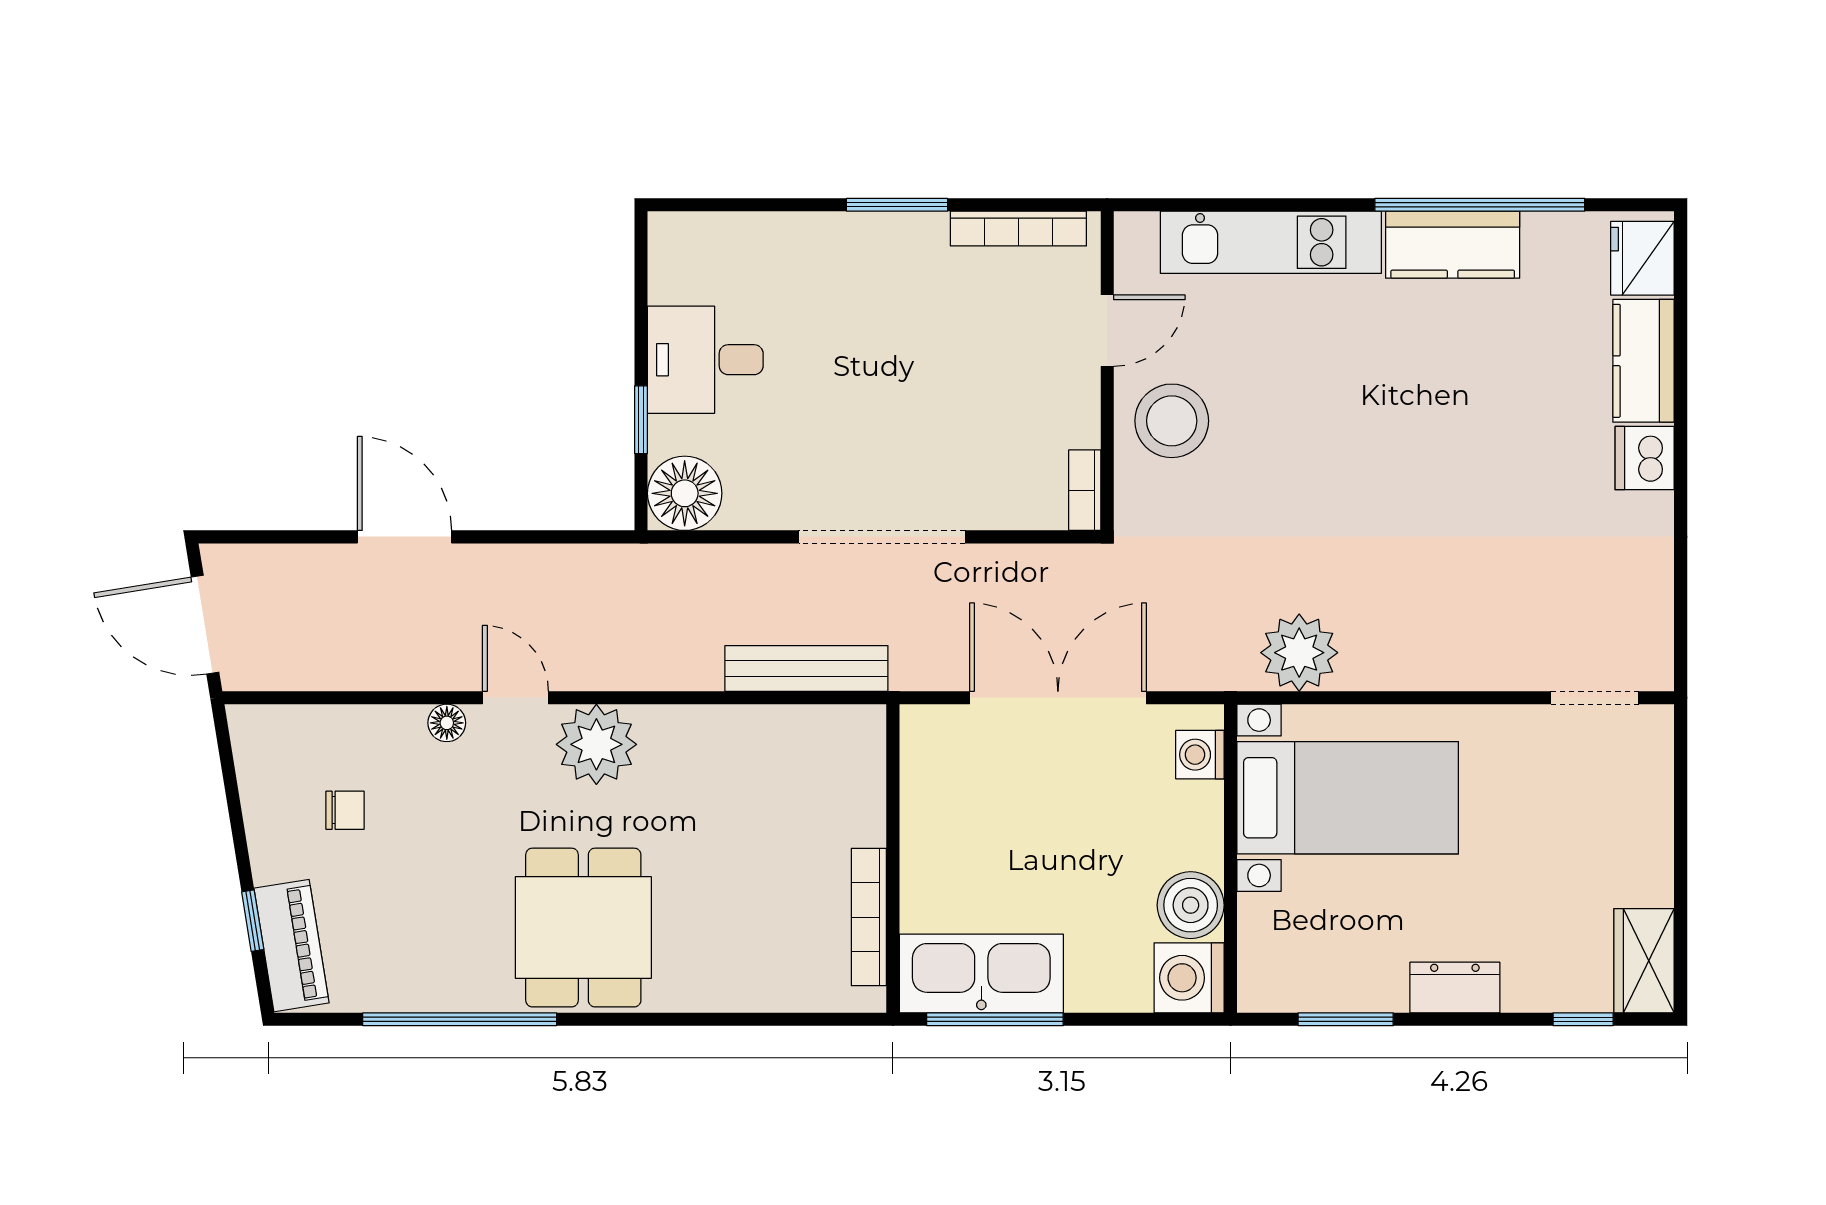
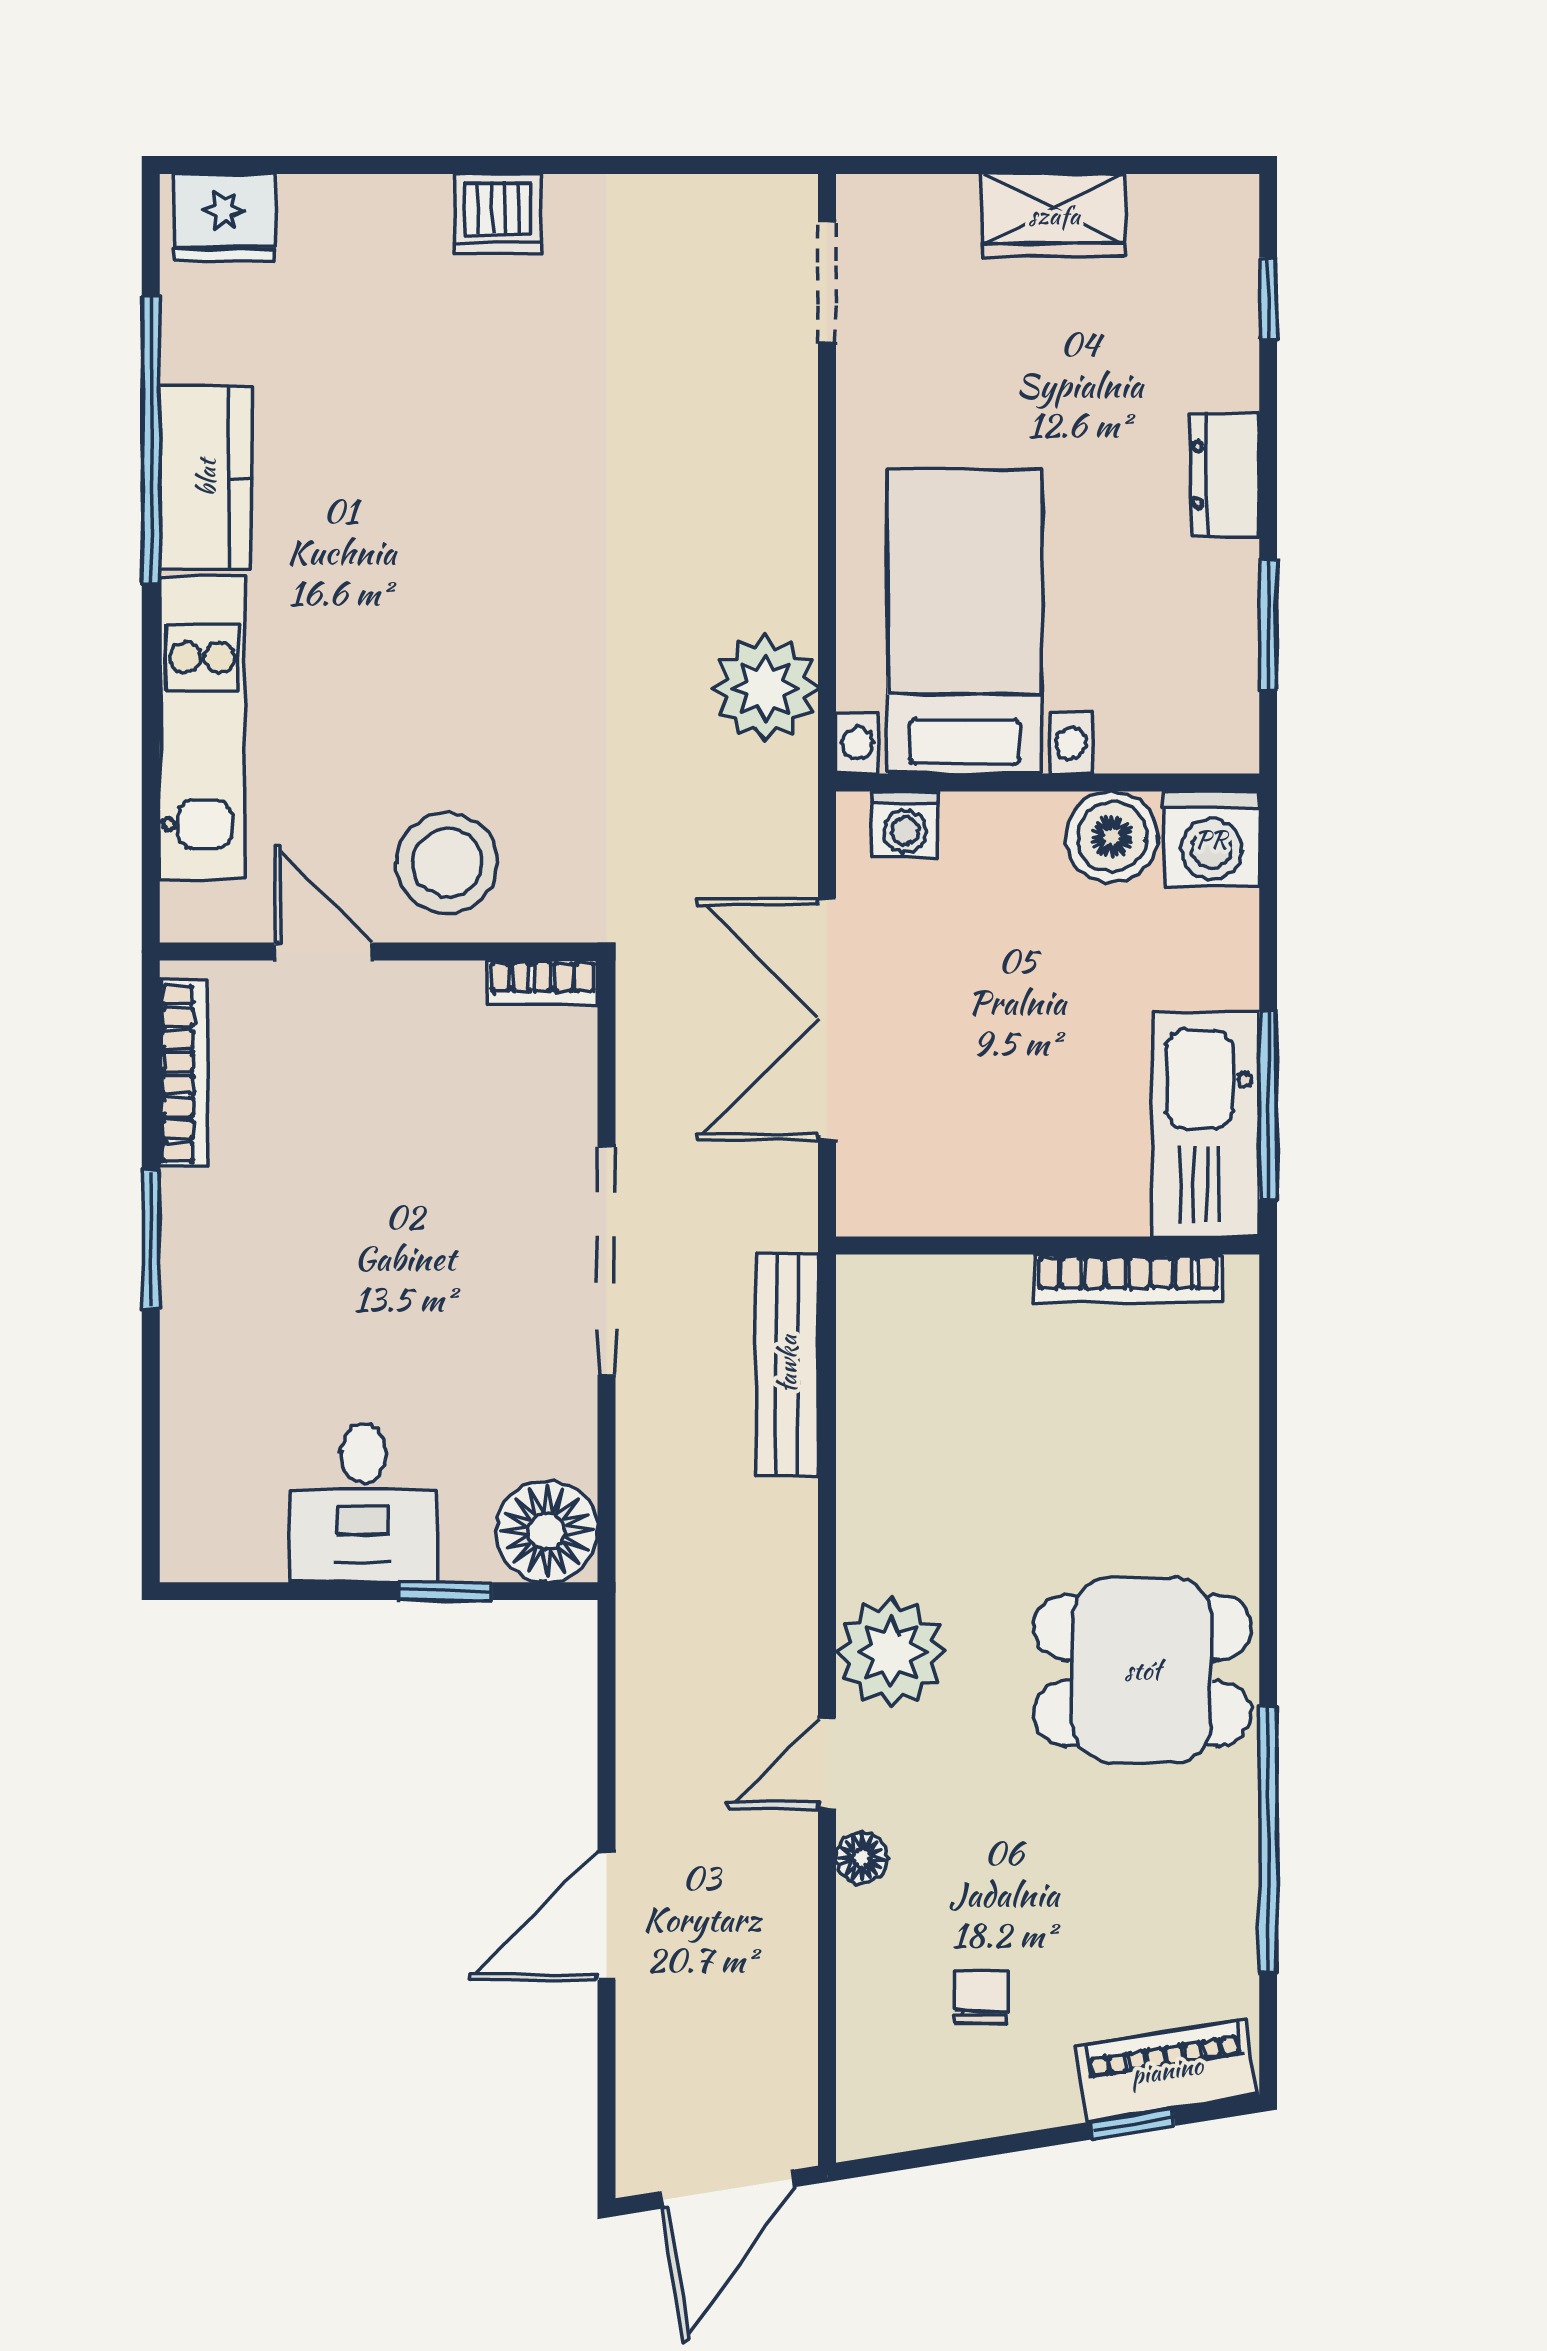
kitchen counter: (1643, 361) -> (365, 216), removed
wardrobe: (1644, 961) -> (1054, 215), moved

